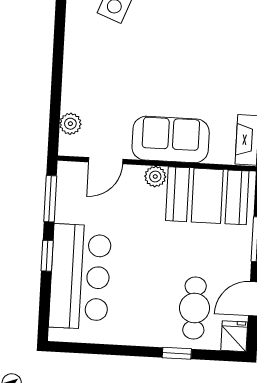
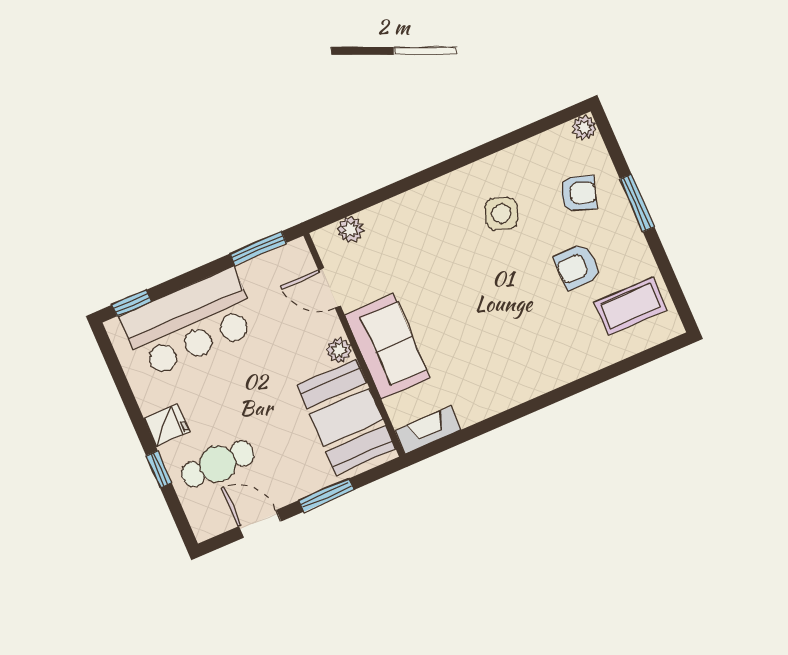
window: (47, 256) -> (132, 303), moved
fridge: (234, 336) -> (166, 425), moved

